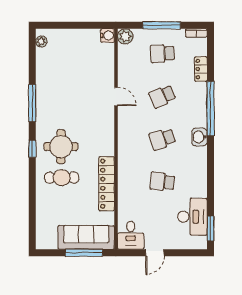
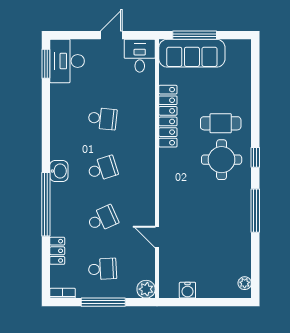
water cooler: (107, 35) -> (187, 290), moved, turned -90
door: (116, 97) -> (157, 237), moved
desk: (192, 217) -> (67, 61), moved

